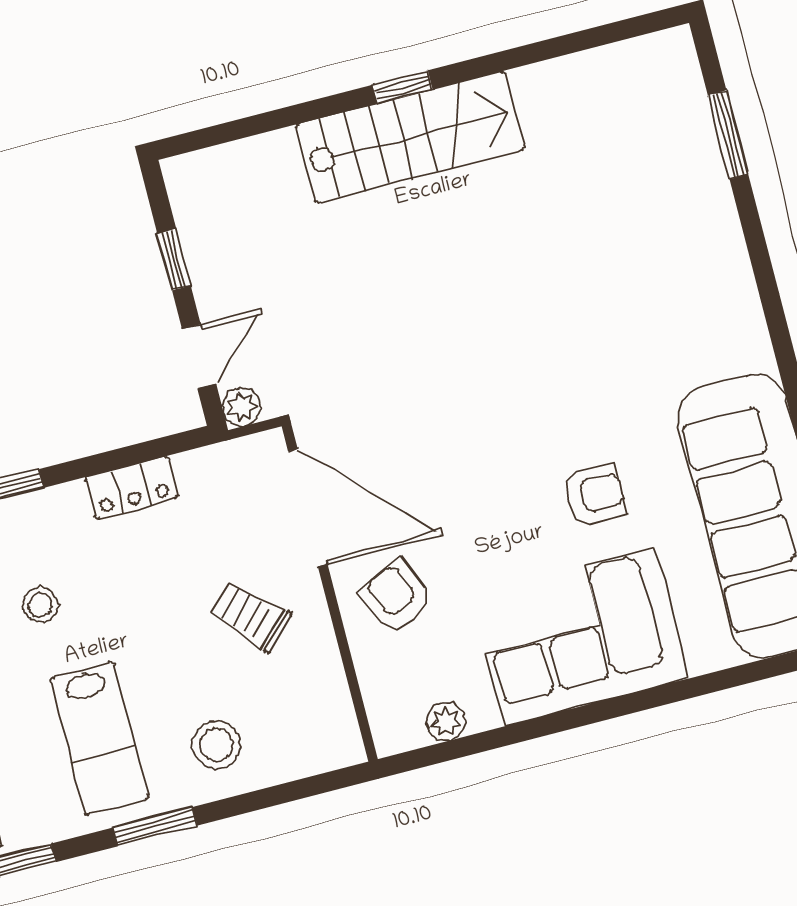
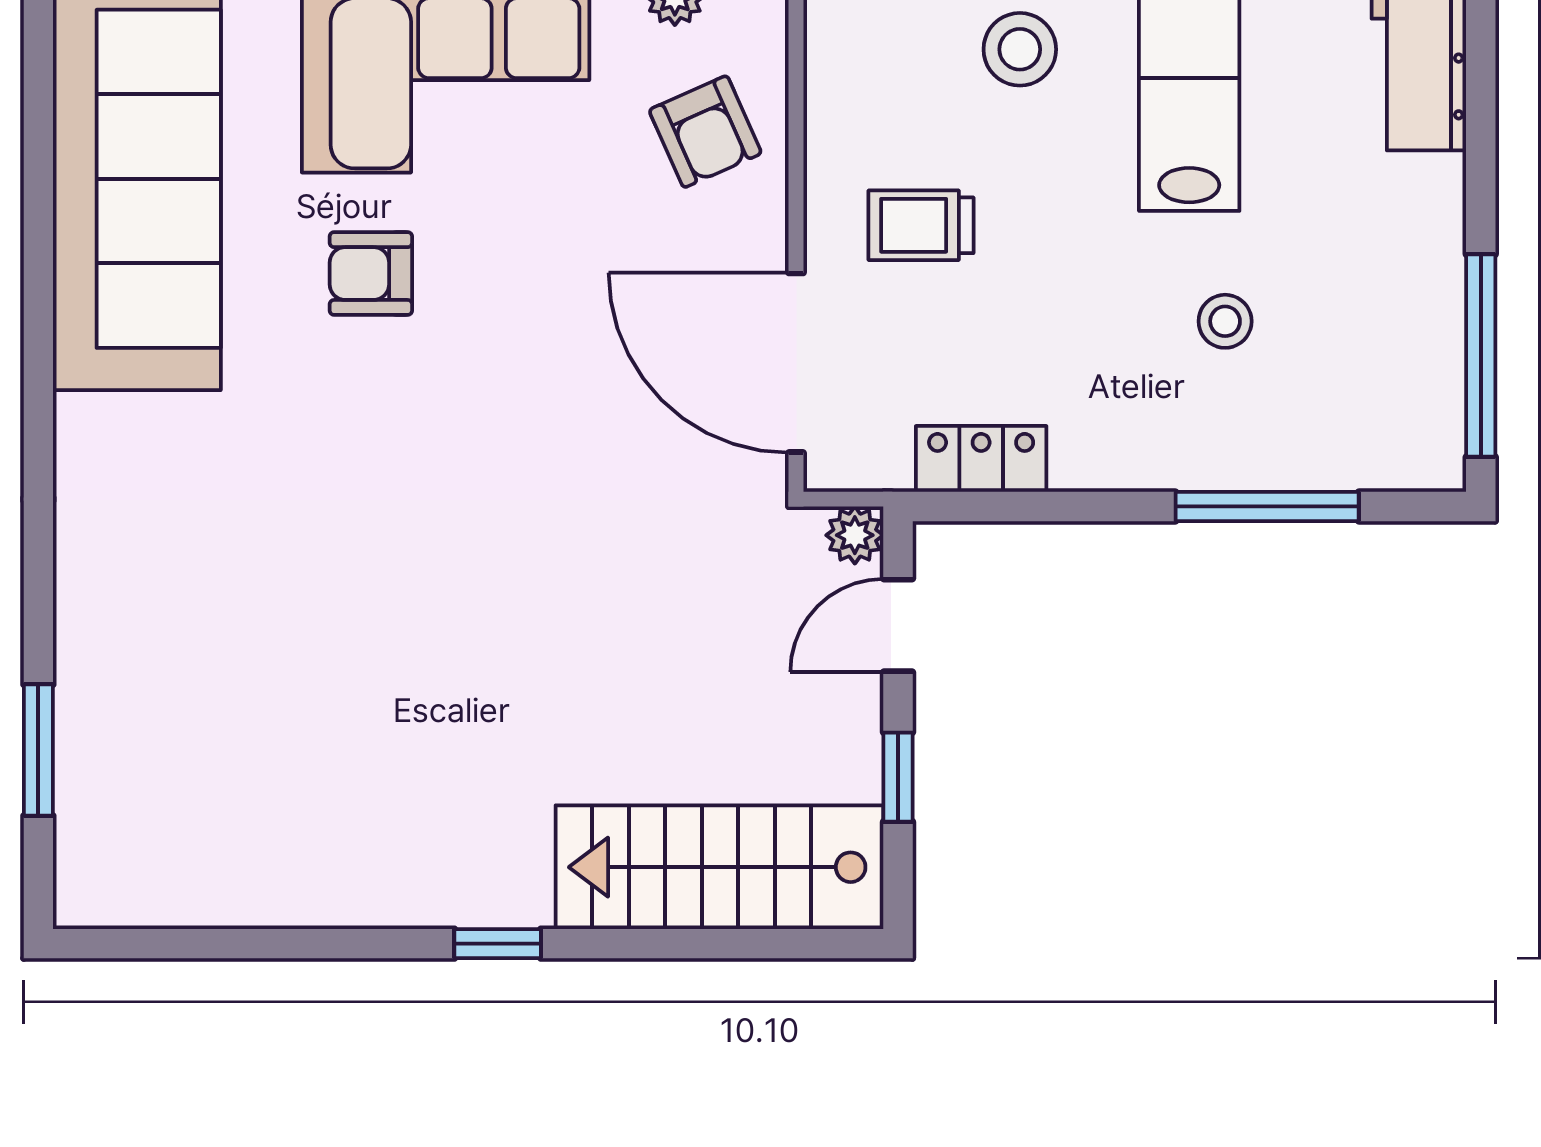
stairs: (410, 137) -> (720, 867), moved
locker: (132, 488) -> (981, 459), moved
armchair: (396, 597) -> (705, 132), moved
trolley: (251, 616) -> (921, 225), turned 135

